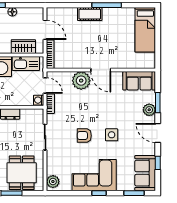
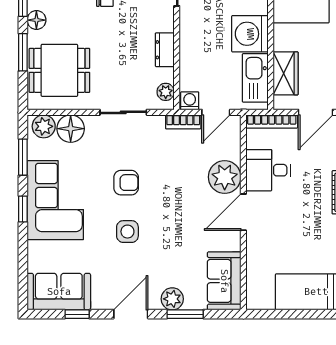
desk: (77, 56) -> (268, 170), added
plant: (34, 113) -> (166, 92), added
armchair: (84, 136) -> (126, 183), turned 90
floor lamp: (54, 167) -> (71, 129), added
window: (134, 193) -> (23, 157), moved

